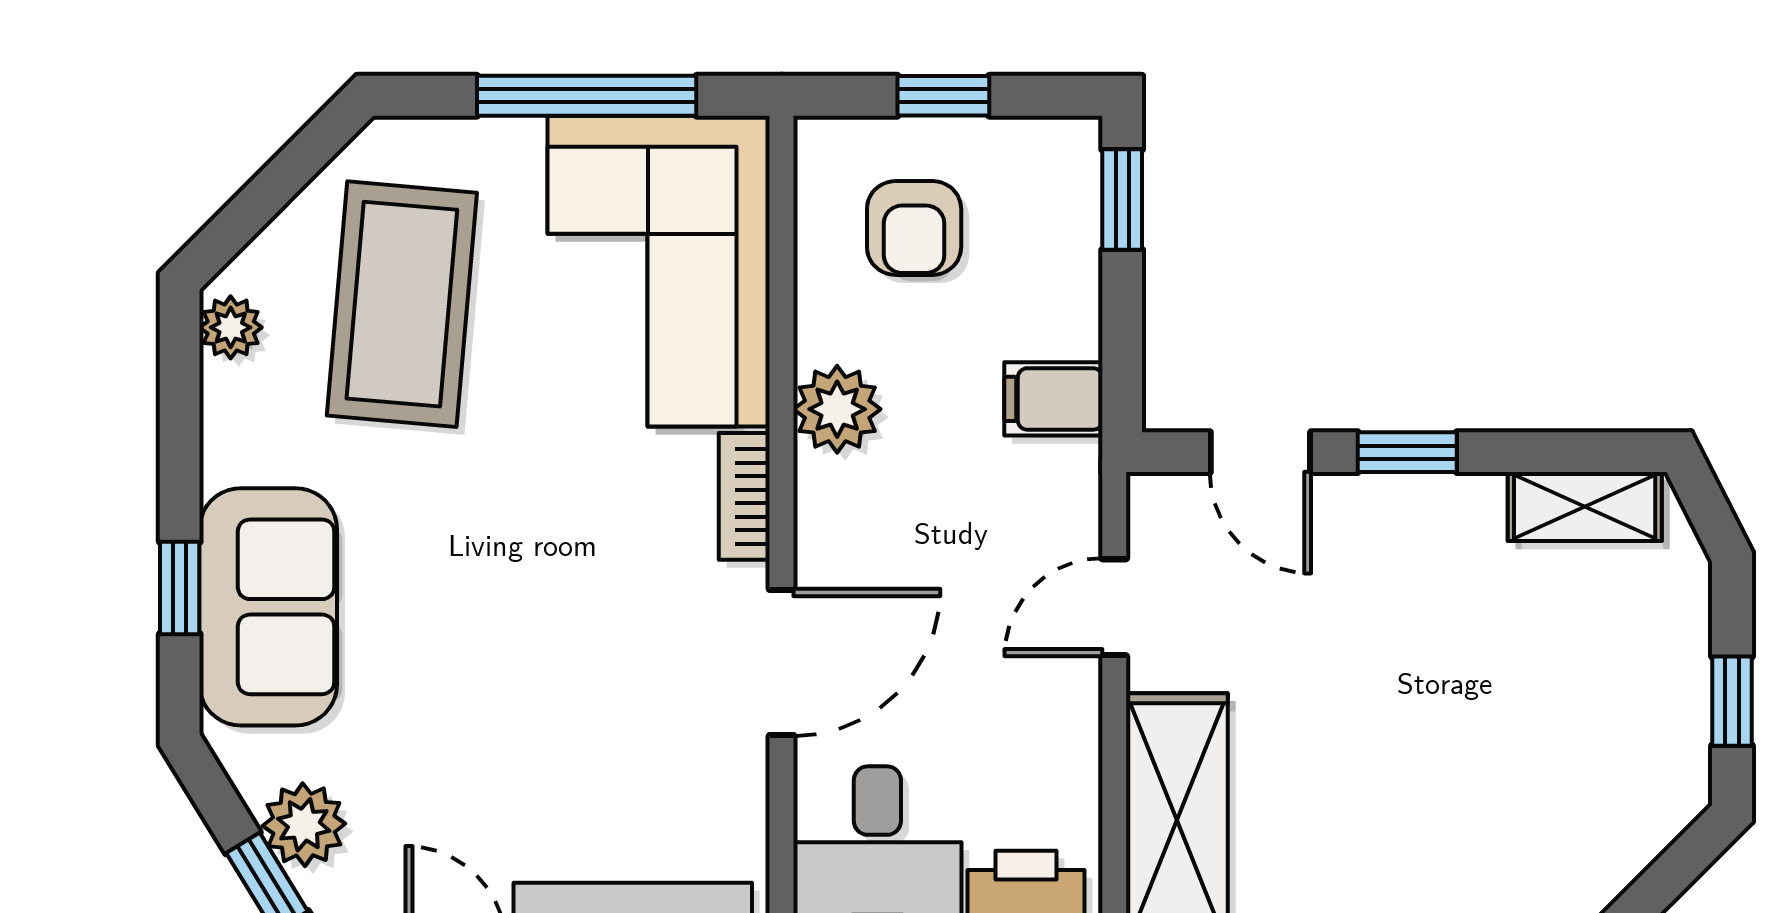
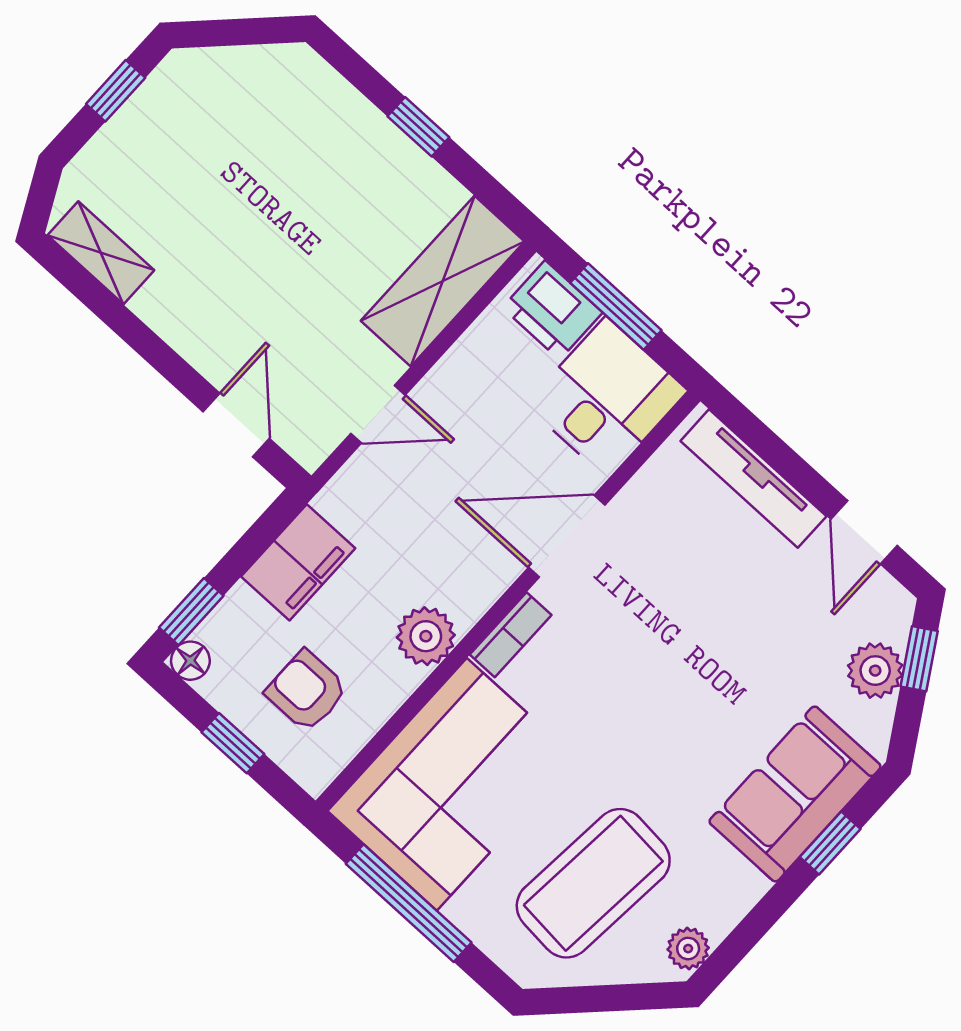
floor lamp: (1074, 144) -> (190, 661), added
armchair: (914, 228) -> (307, 691), turned -90
filing cabinet: (1053, 399) -> (298, 562), width x2.00
window: (1407, 452) -> (164, 359), removed

